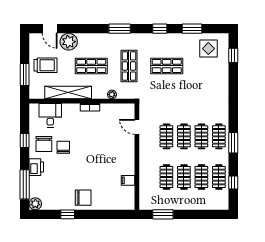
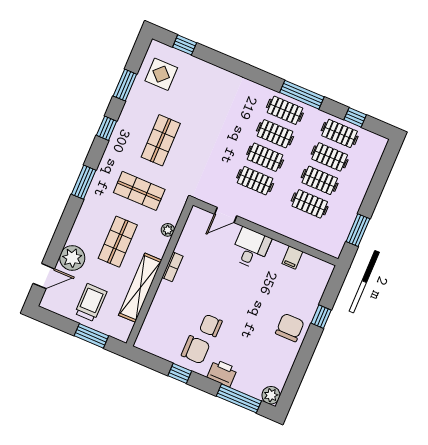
desk: (50, 115) -> (251, 248), moved, turned 90
window: (233, 143) -> (302, 95), width x1.44
window: (68, 214) -> (321, 317), moved

